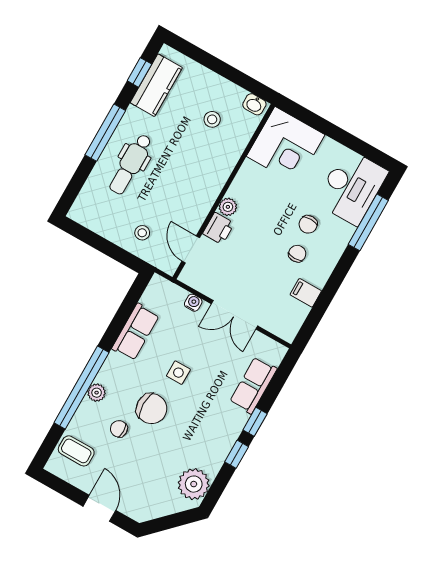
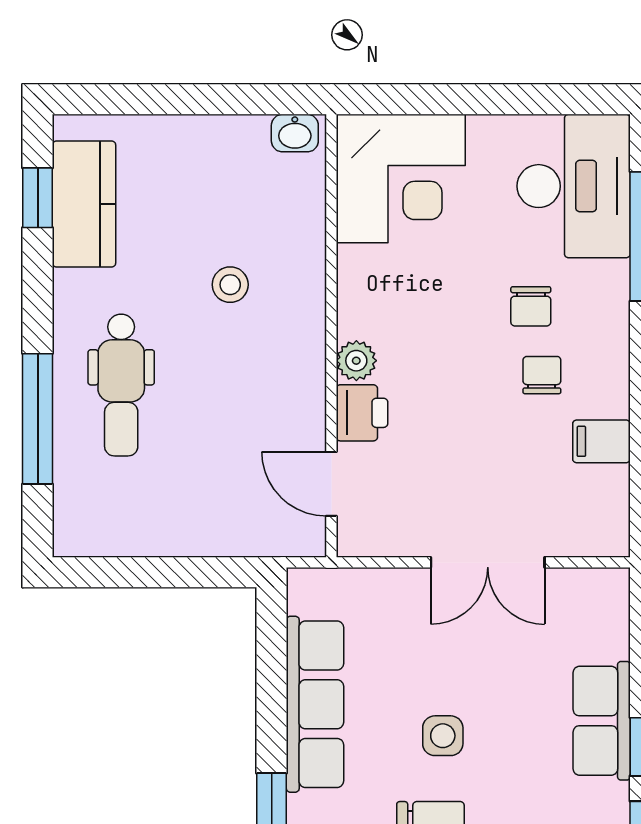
stool: (212, 119) -> (230, 285), moved
window: (105, 133) -> (38, 419), moved
stool: (142, 233) -> (219, 505), removed
water cooler: (193, 303) -> (395, 584), removed
row of seats: (135, 332) -> (315, 704), width x1.48
row of seats: (253, 385) -> (602, 721), moved

